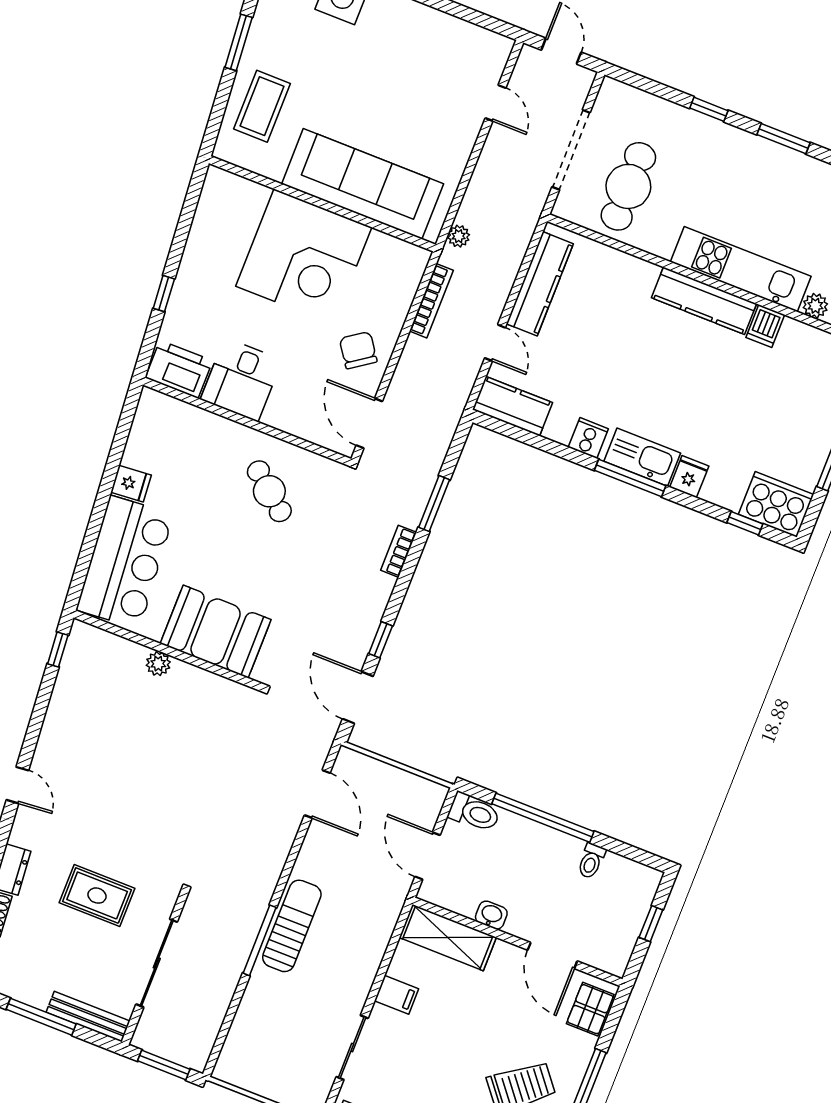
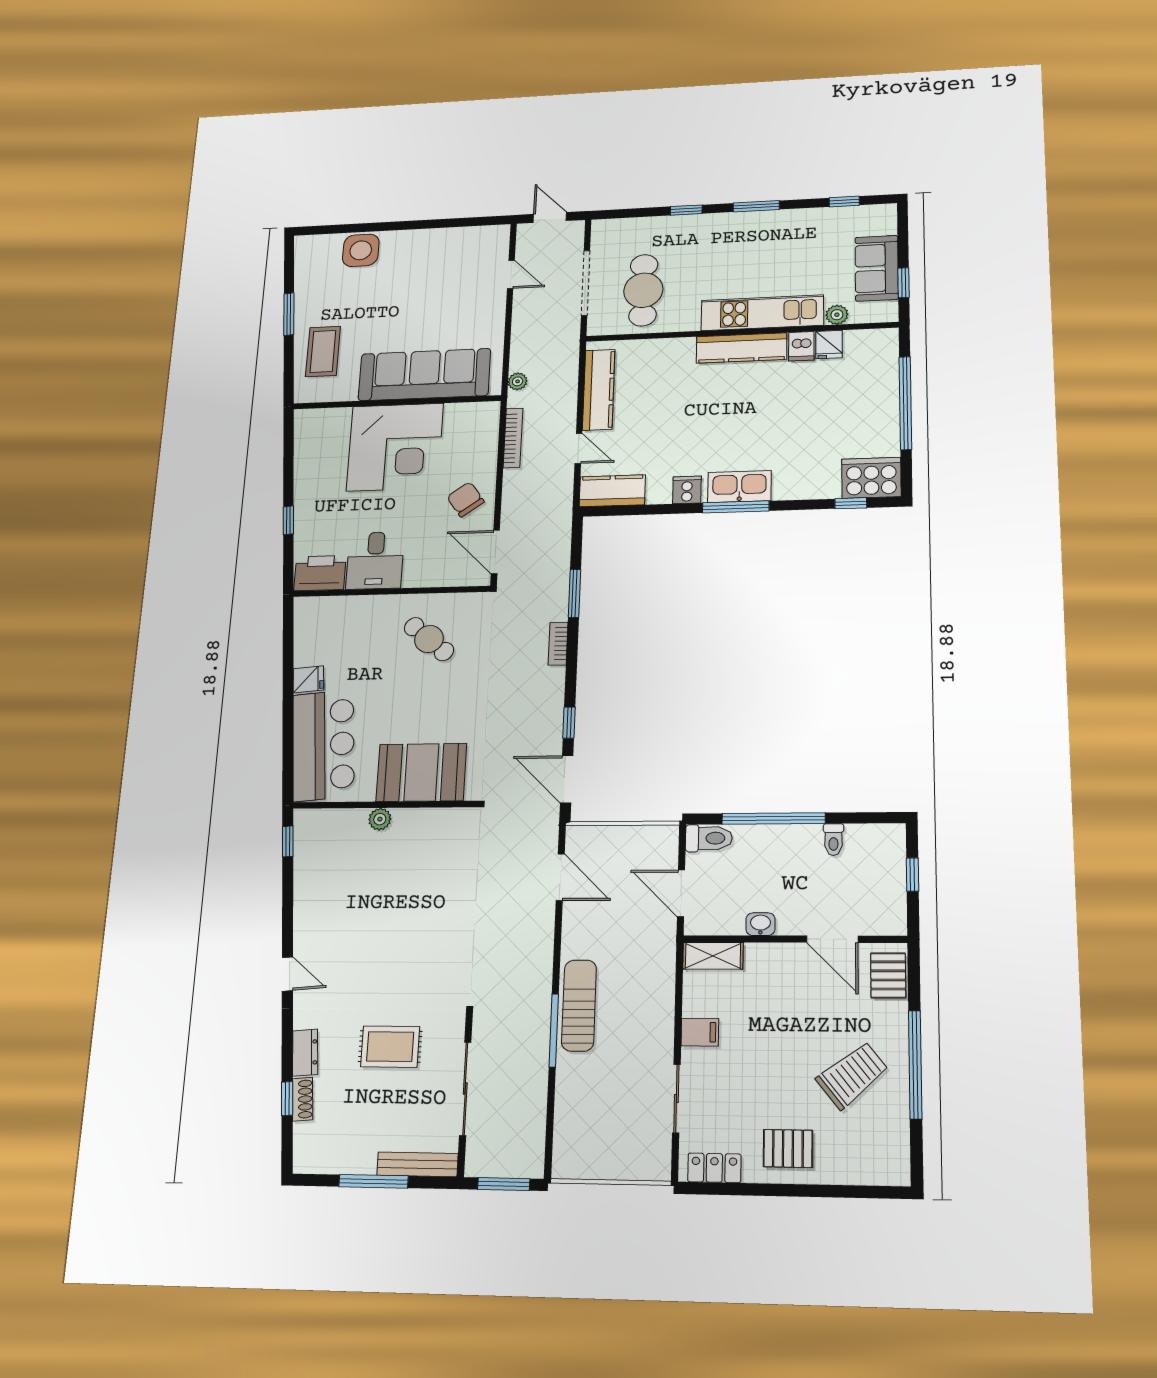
fridge: (689, 477) -> (829, 344), moved, turned 180
shelving: (448, 937) -> (713, 956), width x0.67, depth x0.75

